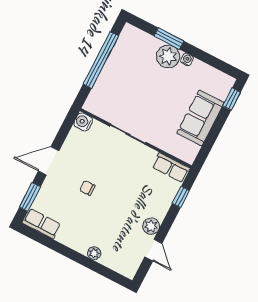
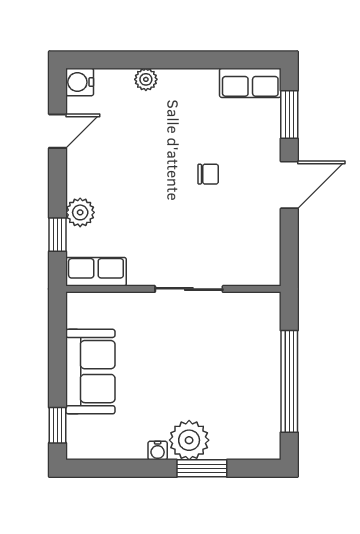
water cooler: (83, 122) -> (80, 82), moved, turned 180
plant: (151, 226) -> (80, 212), moved
door: (153, 250) -> (57, 131), swing flipped

